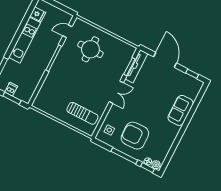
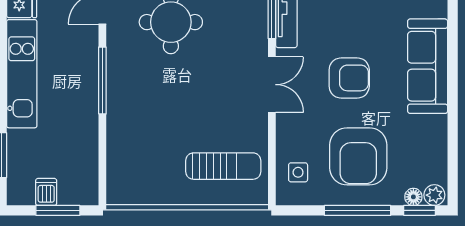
armchair: (147, 104) -> (349, 78), added
sofa: (181, 110) -> (428, 66), width x1.36
armchair: (135, 136) -> (358, 156), turned -89

